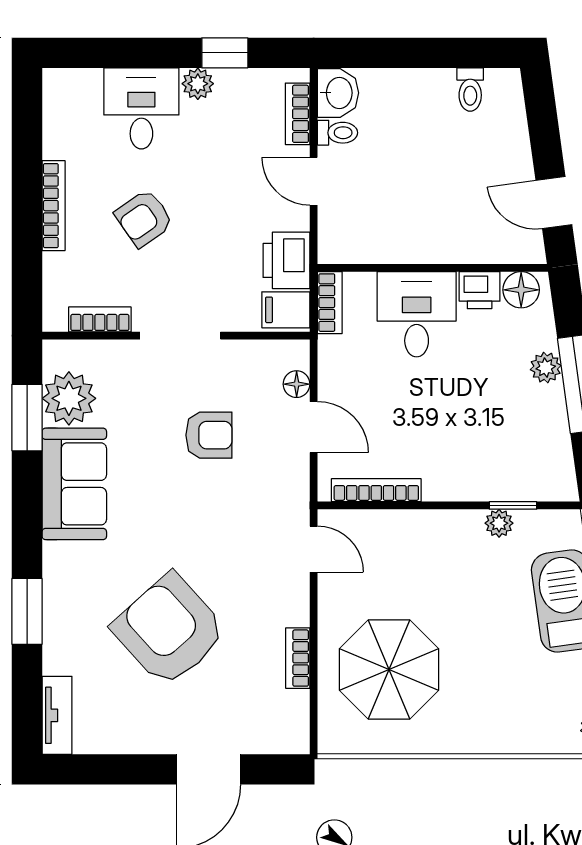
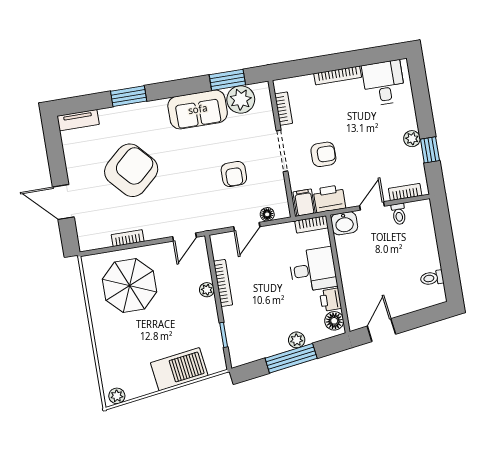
washbasin: (338, 93) -> (344, 223), moved
desk: (141, 108) -> (384, 83), moved, turned -90
armchair: (144, 218) -> (323, 154), moved, turned 125
bookcase: (376, 490) -> (223, 283), moved
plant: (499, 523) -> (207, 290), moved

